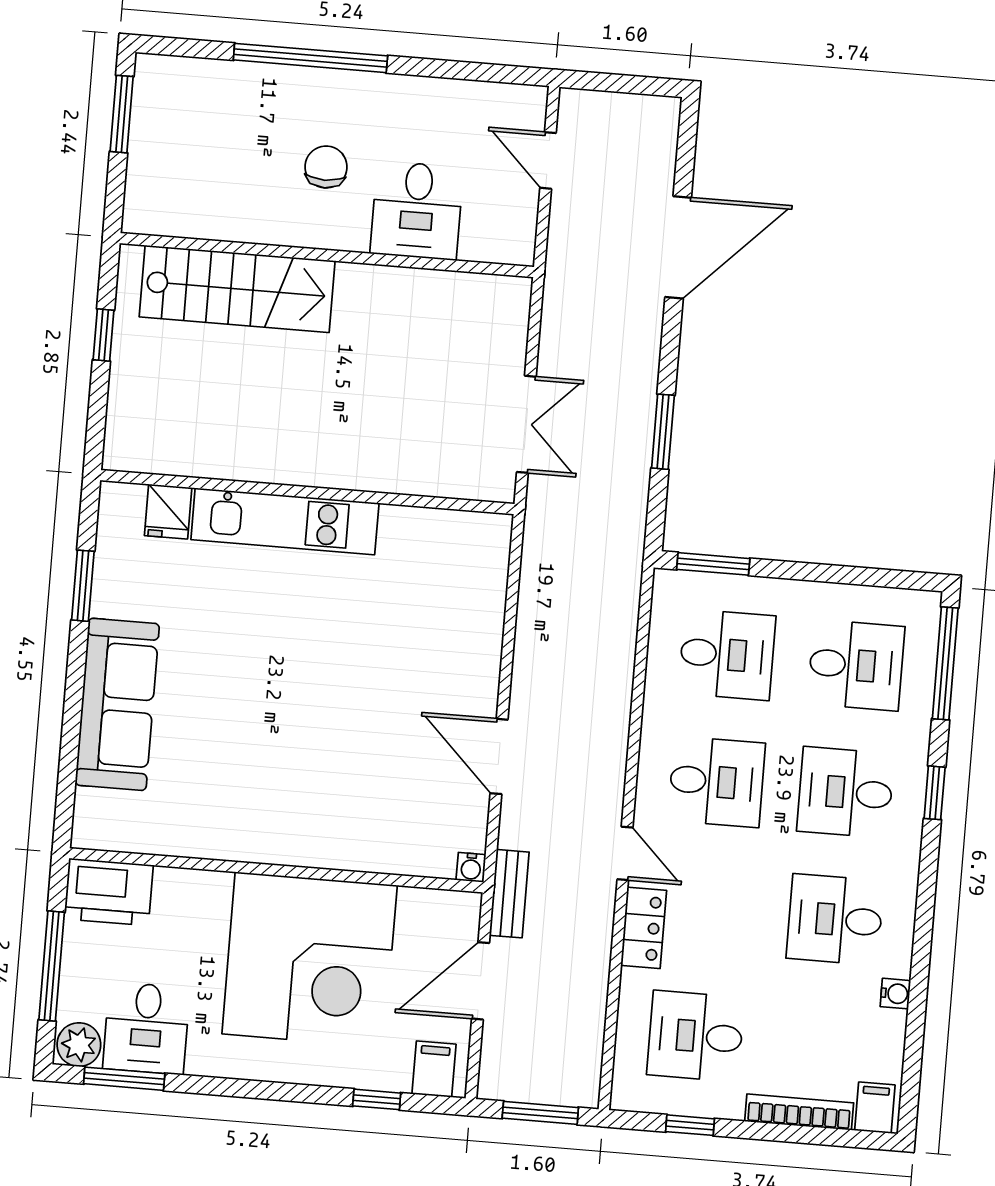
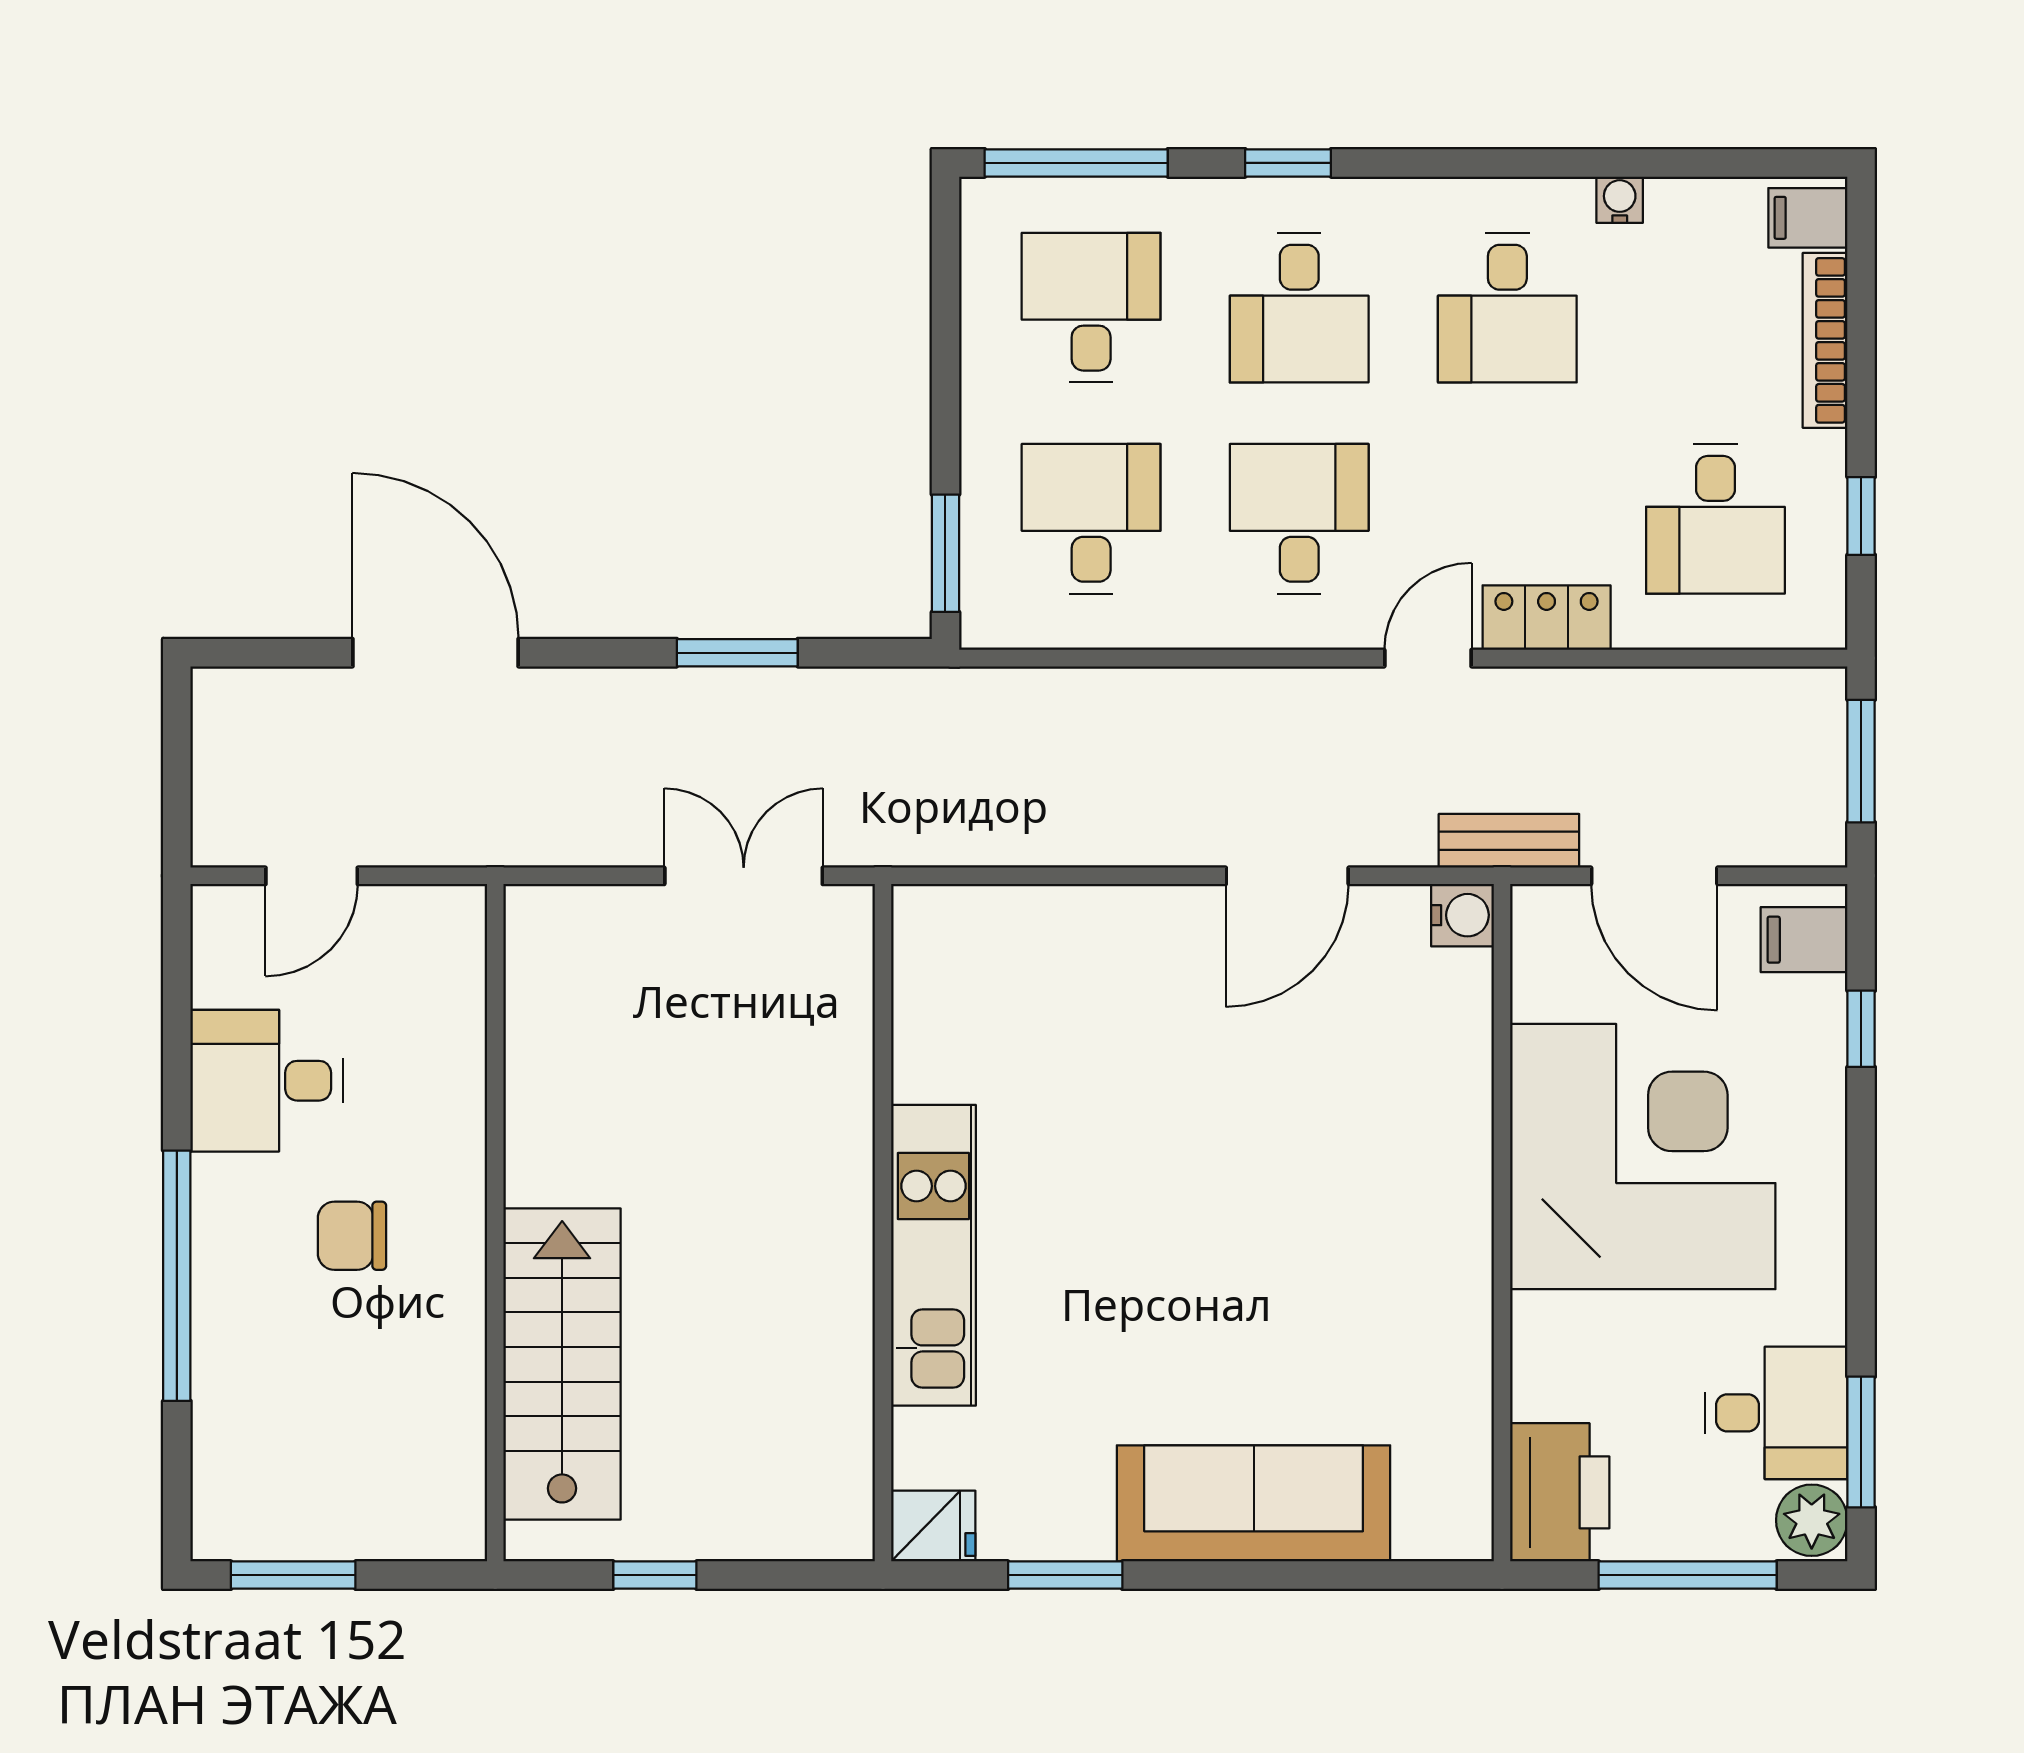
desk: (417, 211) -> (267, 1081), moved, turned 180
fridge: (168, 512) -> (933, 1526), moved
water cooler: (471, 867) -> (1462, 915), width x1.38, depth x1.38

